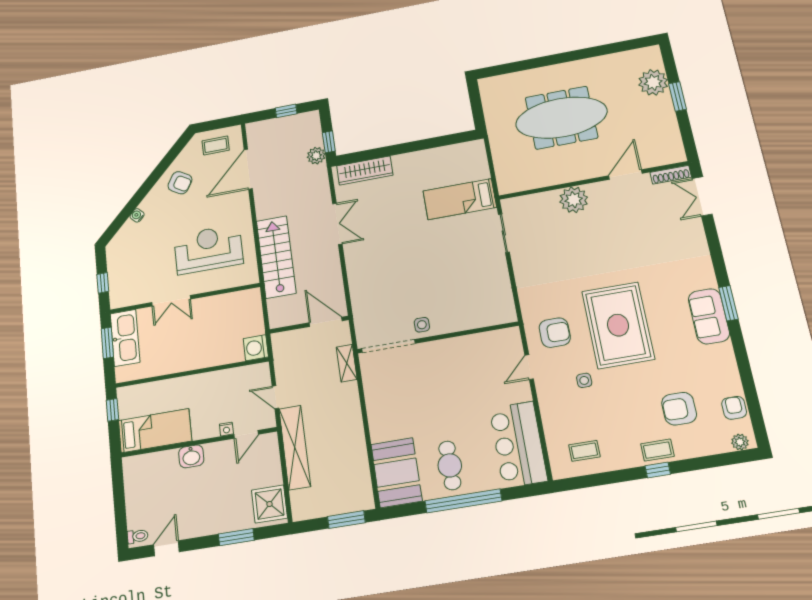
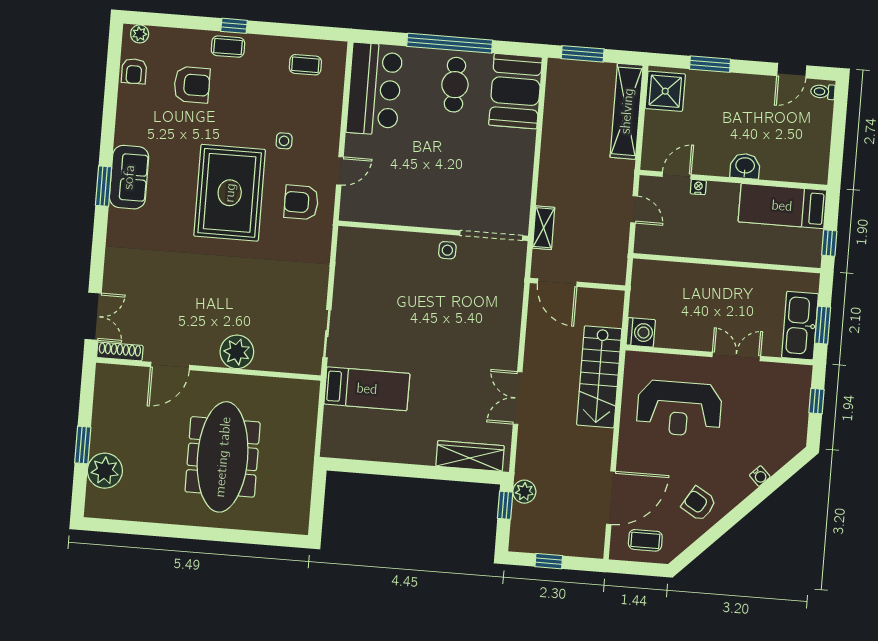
meeting table: (561, 118) -> (223, 457), turned 90
washing machine: (256, 348) -> (641, 332), moved
shelving: (295, 447) -> (627, 111), moved

